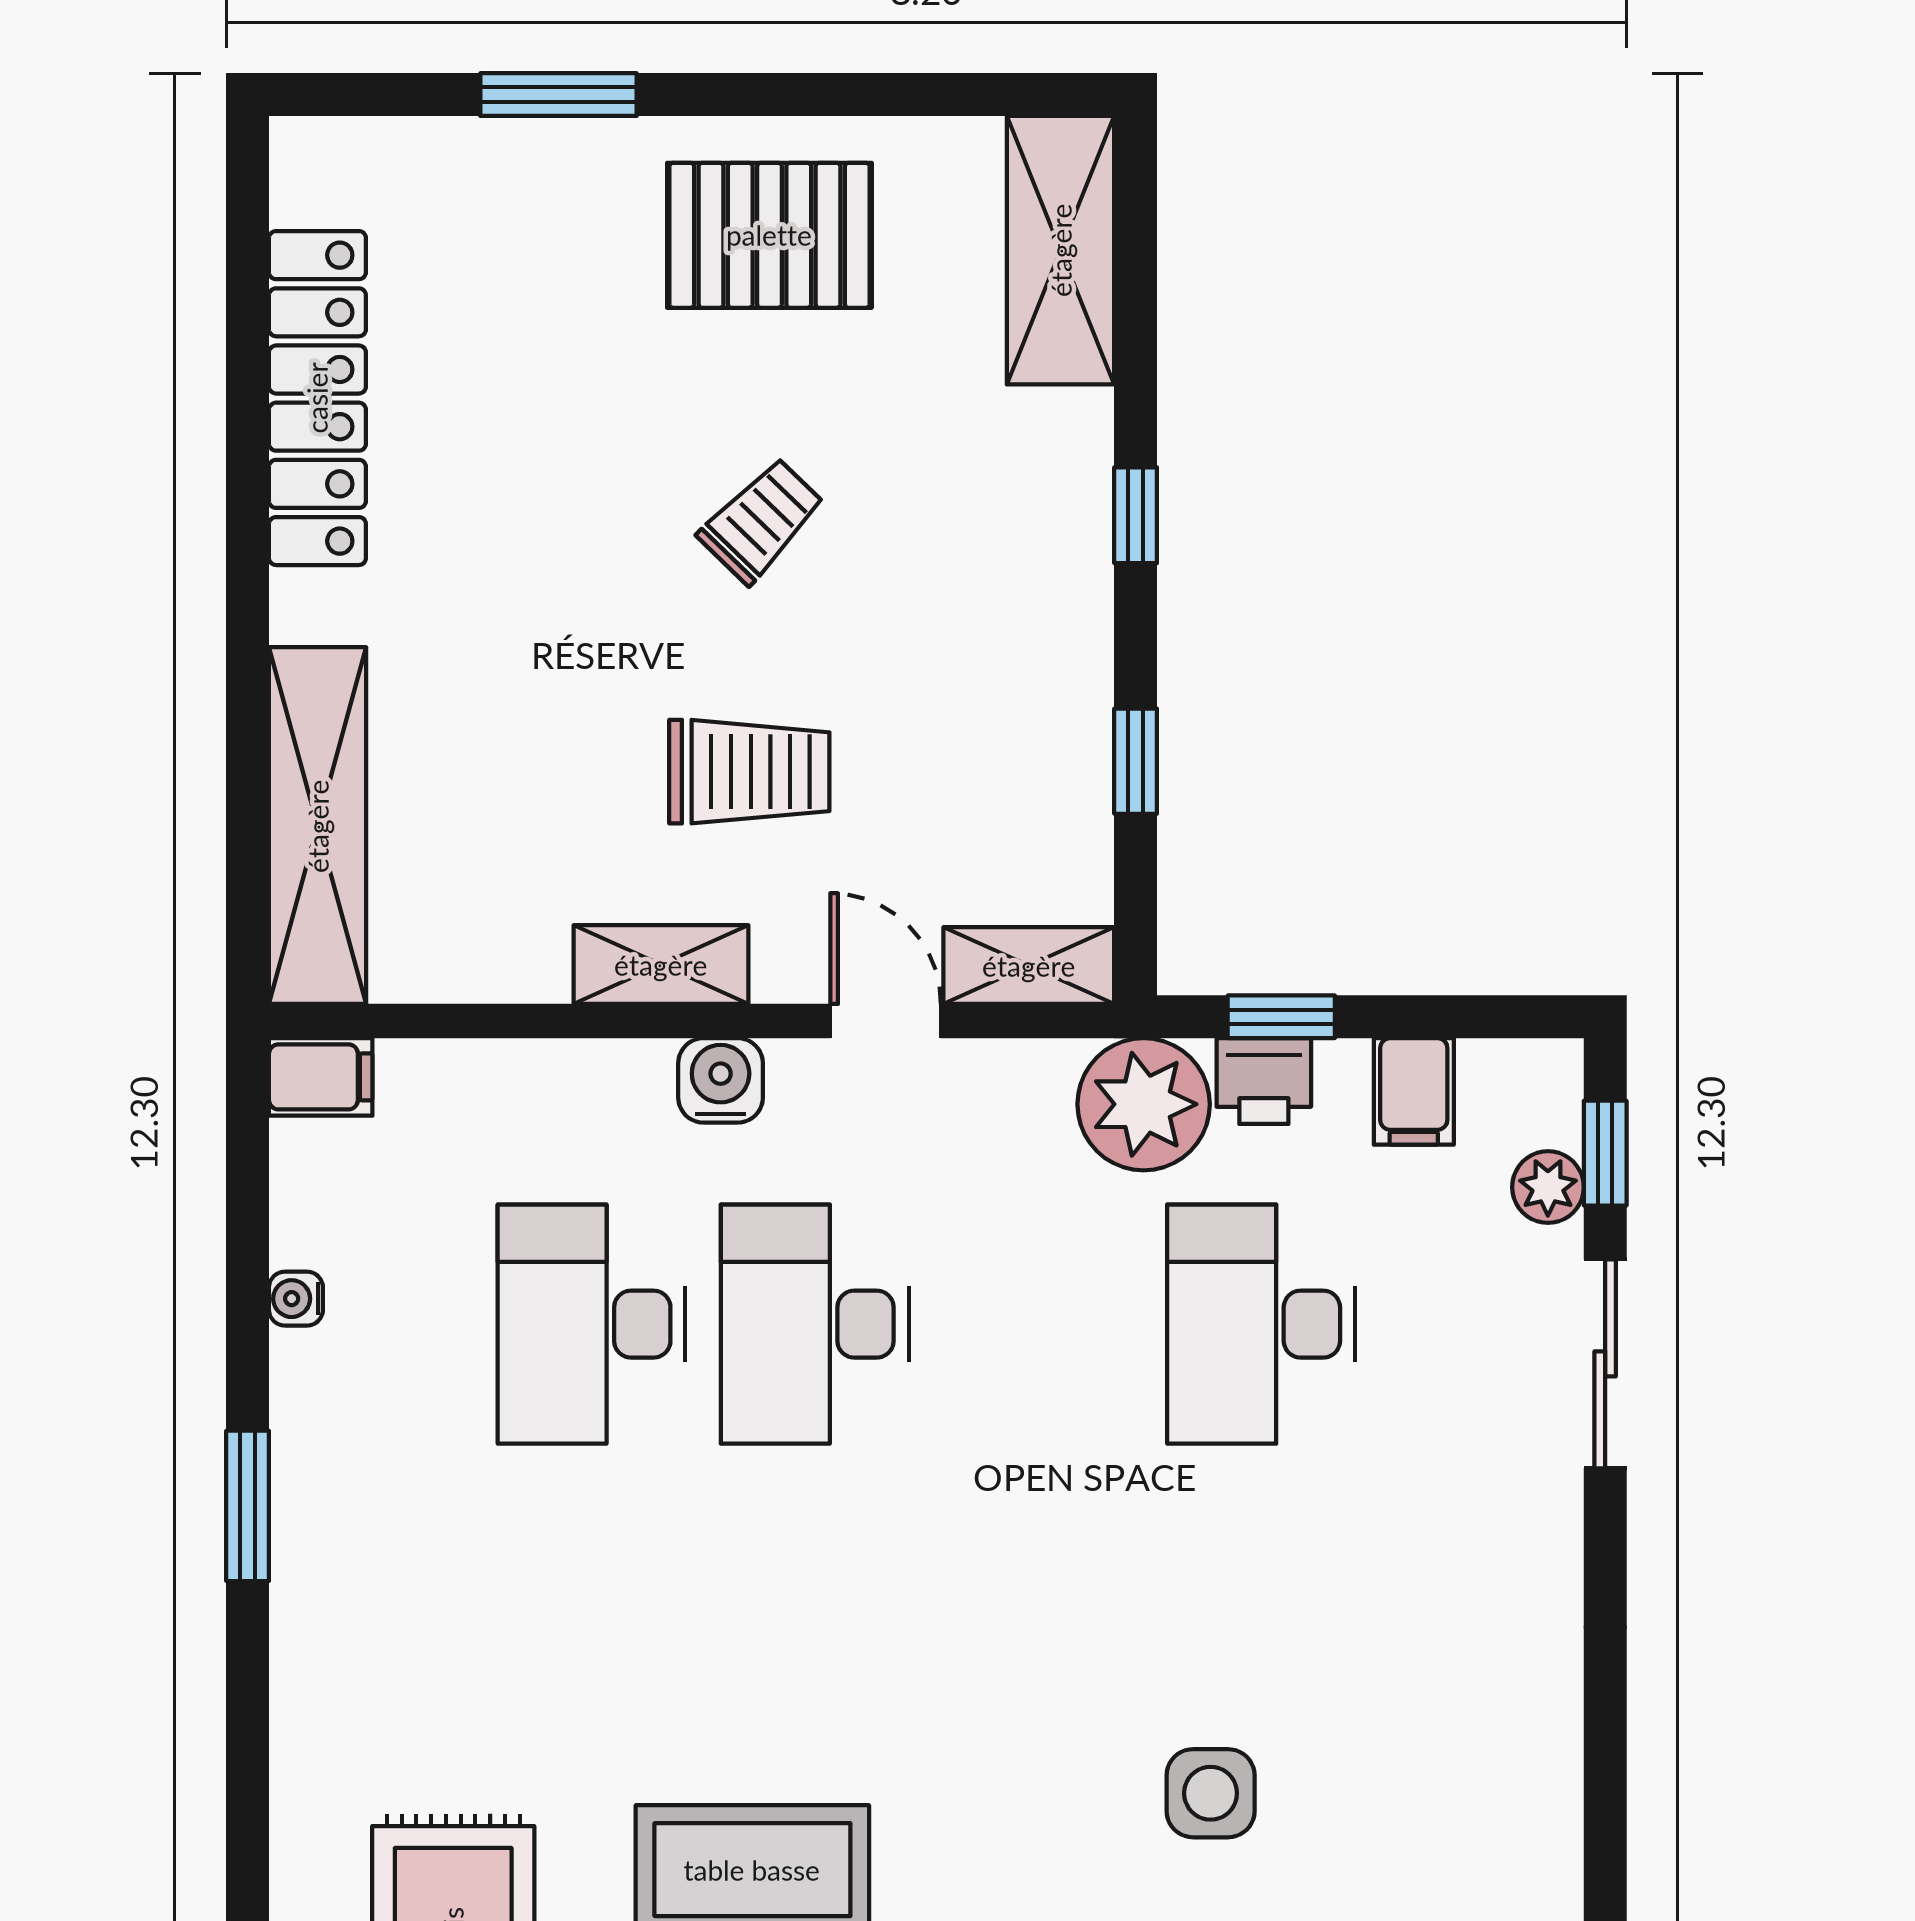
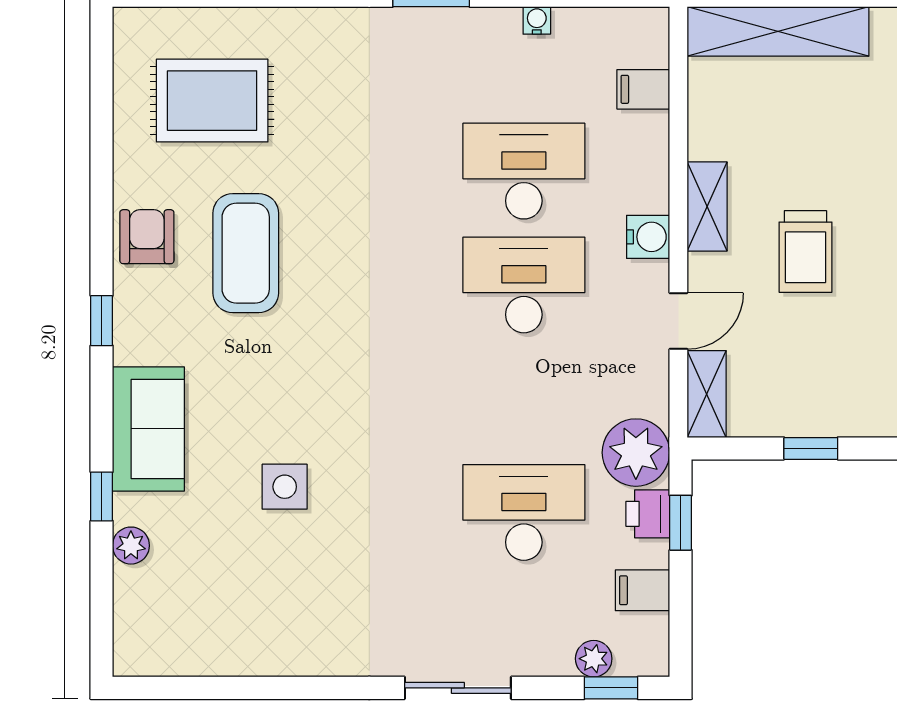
filing cabinet: (321, 1077) -> (643, 89), moved, turned 90
sliding door: (1605, 1364) -> (458, 688), moved

